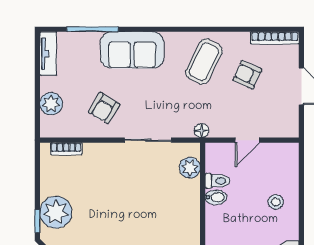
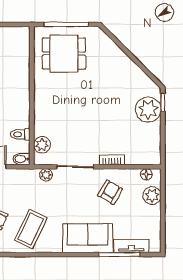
tv unit: (48, 54) -> (131, 246), moved, turned 90
plant: (185, 130) -> (46, 175), added
floor lamp: (202, 131) -> (146, 174), moved
bookcase: (66, 149) -> (112, 160), moved
bidet: (216, 197) -> (21, 159), moved

